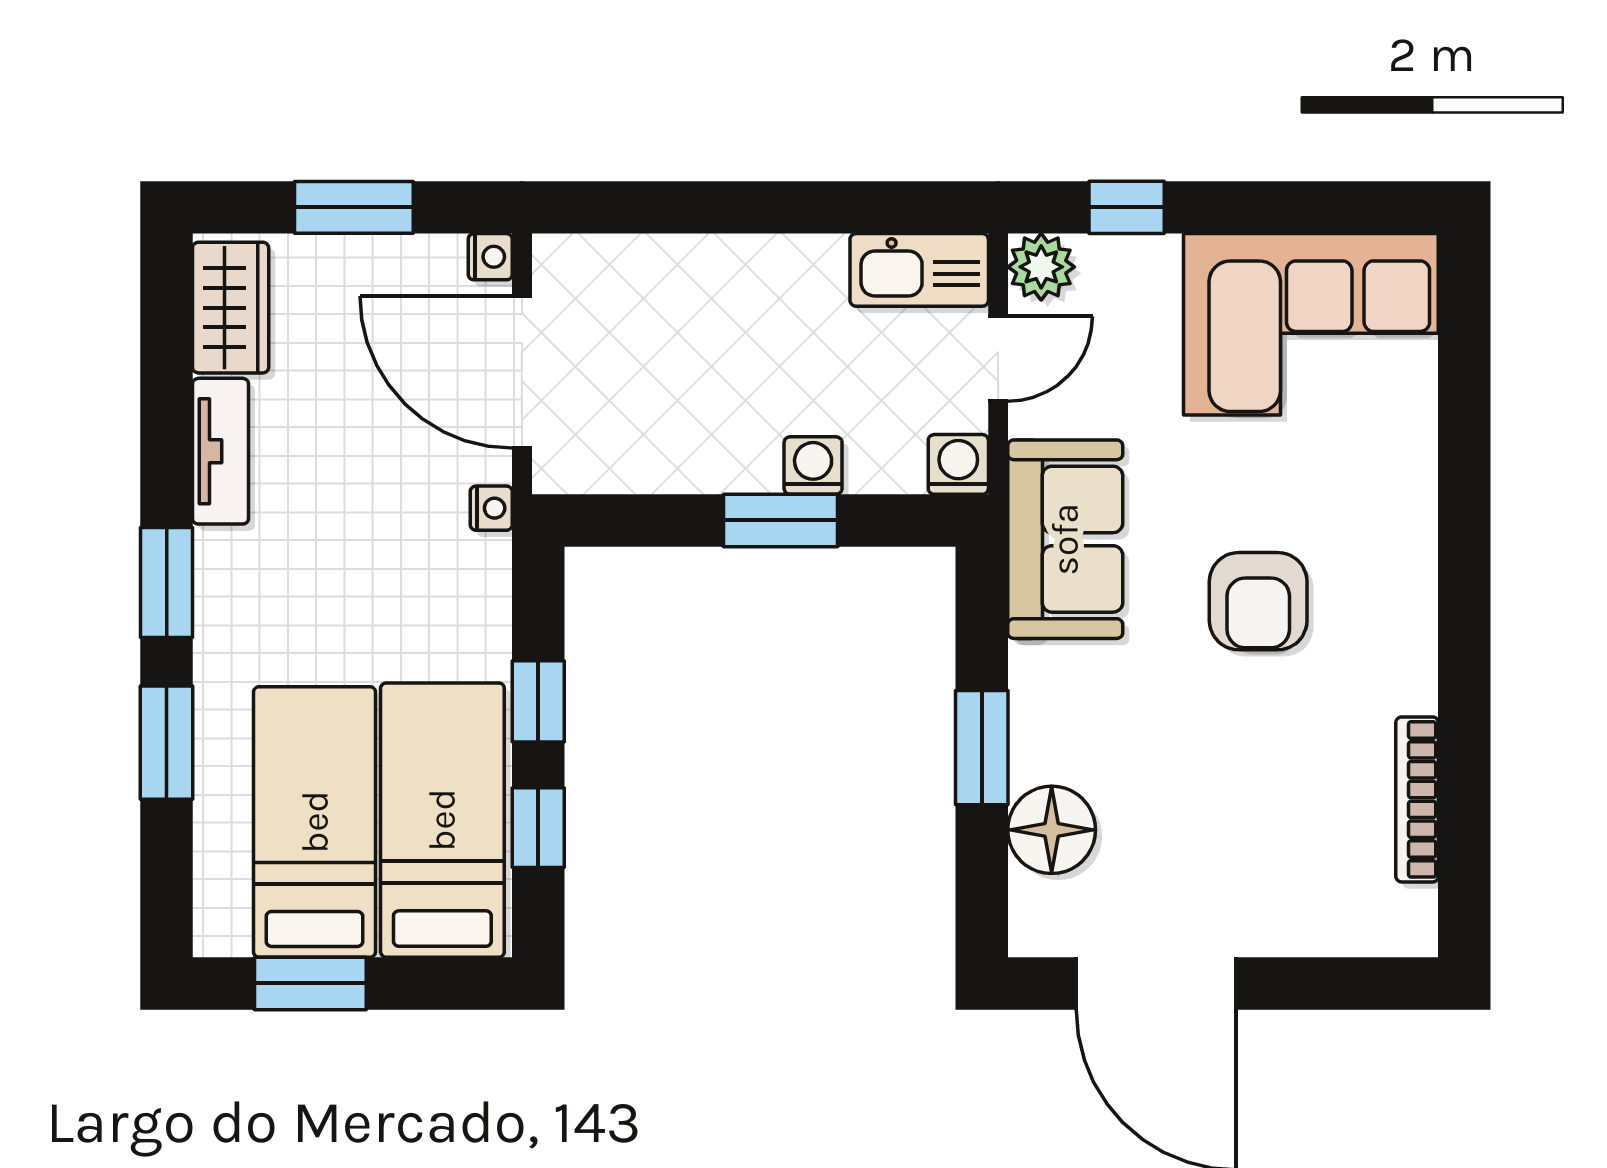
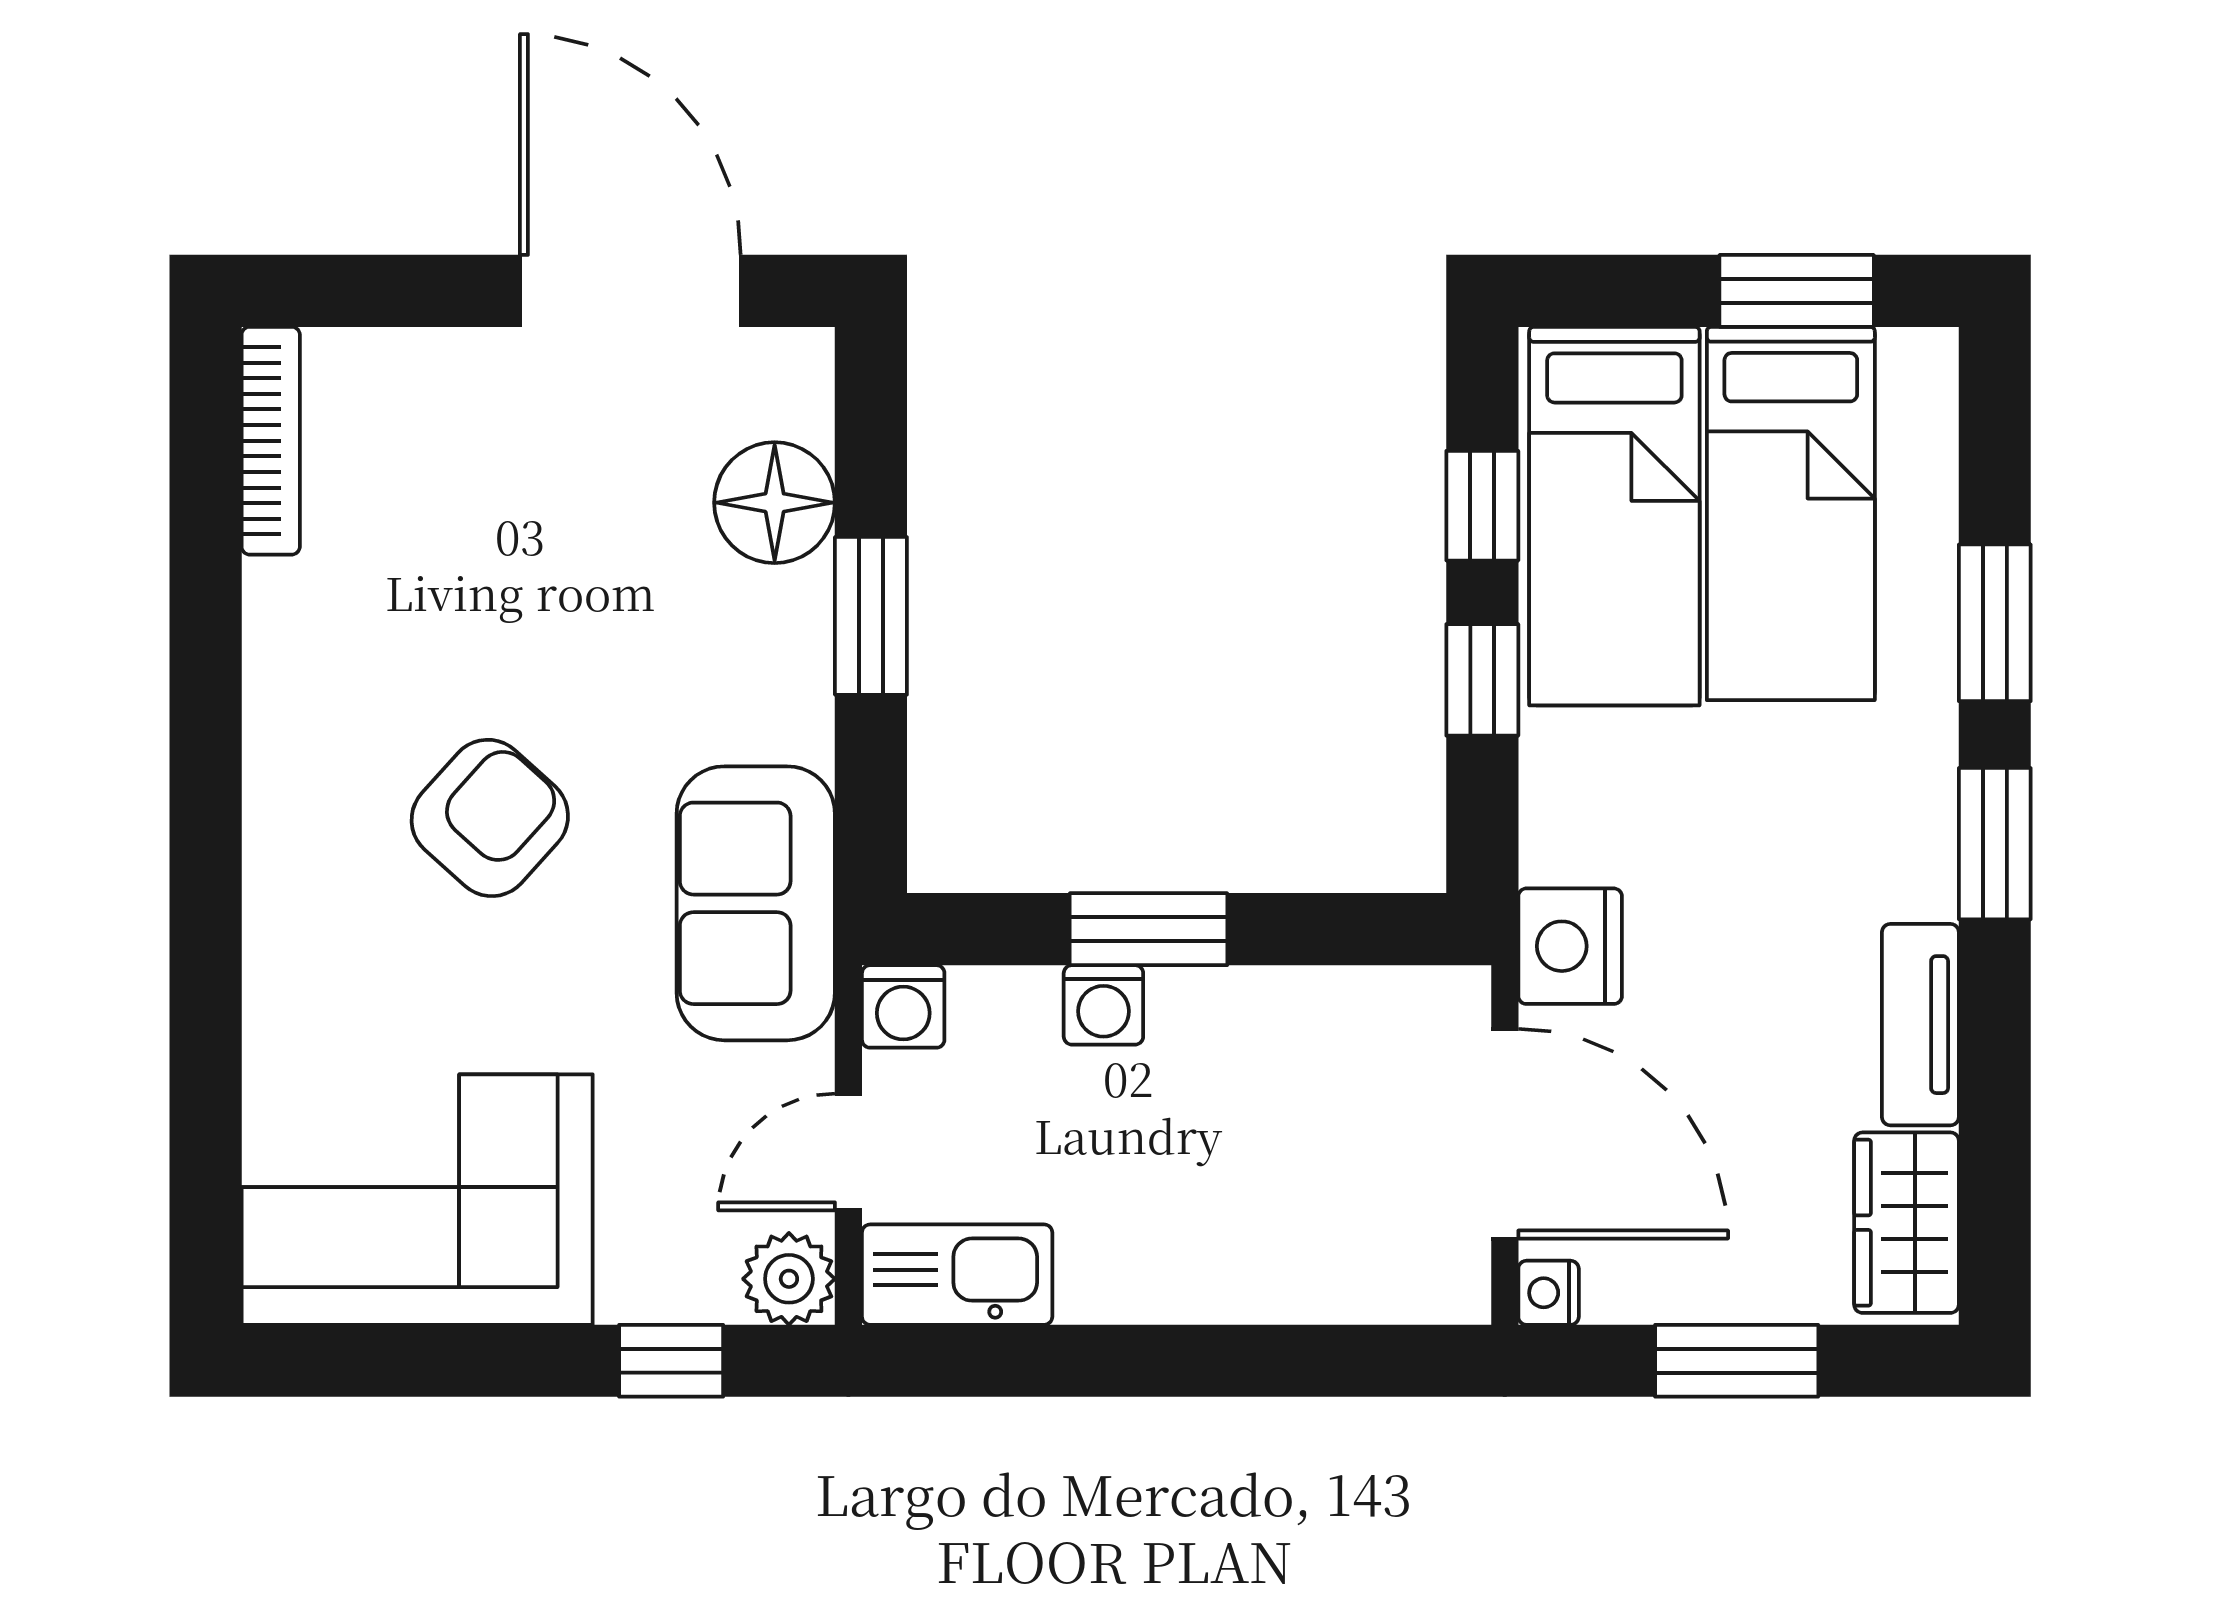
nightstand: (491, 508) -> (1570, 946), width x1.89, depth x1.79
armchair: (1258, 601) -> (490, 818), turned 42
bookcase: (1417, 799) -> (271, 441), moved

